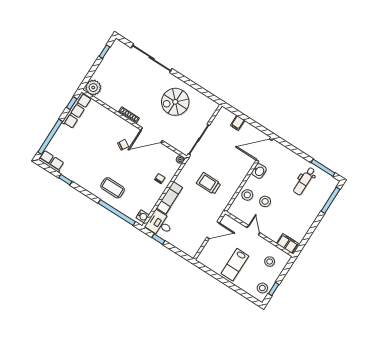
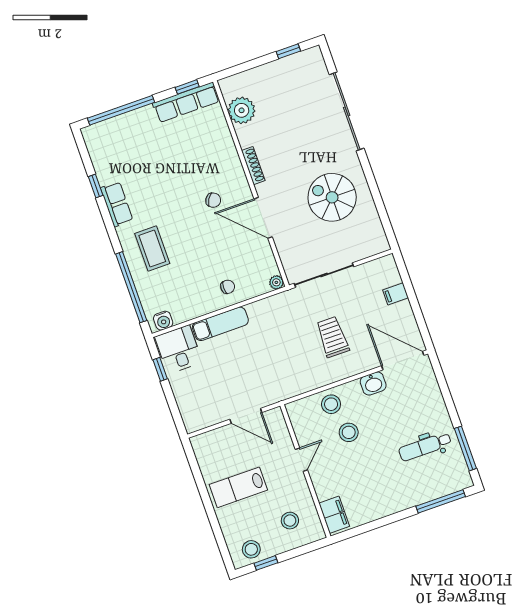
plant: (93, 88) -> (242, 110), moved
row of seats: (51, 161) -> (117, 204), moved
trolley: (209, 183) -> (333, 337), moved

